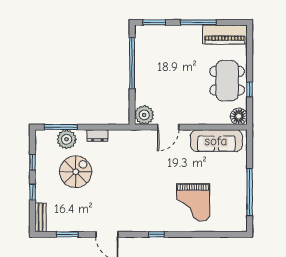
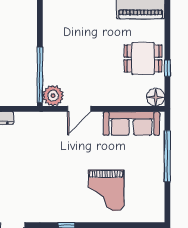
window: (132, 63) -> (40, 75), moved
dining table: (227, 81) -> (143, 58), width x0.73
window: (250, 192) -> (167, 156), moved

